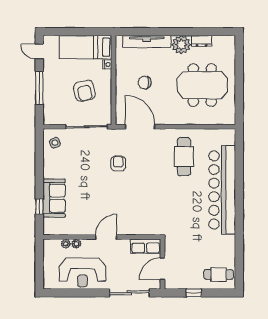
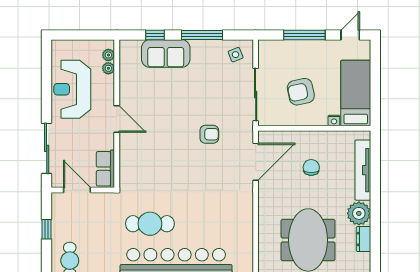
cafe table: (184, 157) -> (150, 224), moved
window: (39, 169) -> (202, 35), added
plant: (76, 244) -> (108, 55), moved

